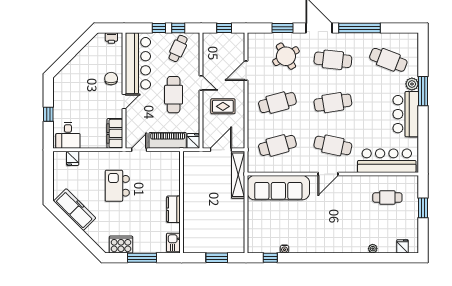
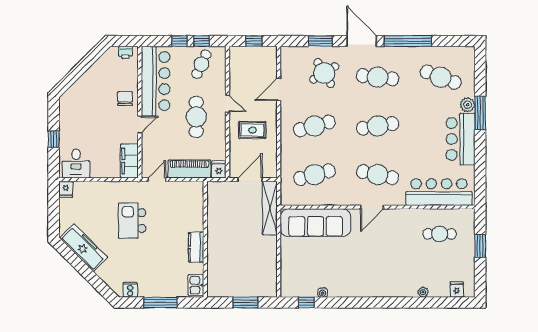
fridge: (73, 158) -> (66, 189), moved
cooker: (121, 245) -> (130, 290), width x0.53, depth x0.76

